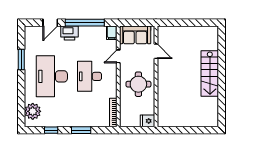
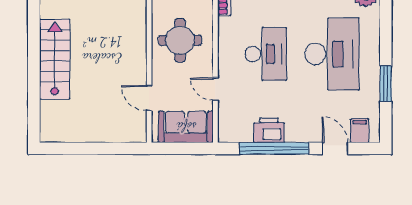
door: (50, 23) -> (335, 148), hinge flipped
printer: (70, 33) -> (269, 130), moved
filing cabinet: (112, 33) -> (360, 131), moved
door: (118, 56) -> (215, 89), swing flipped

